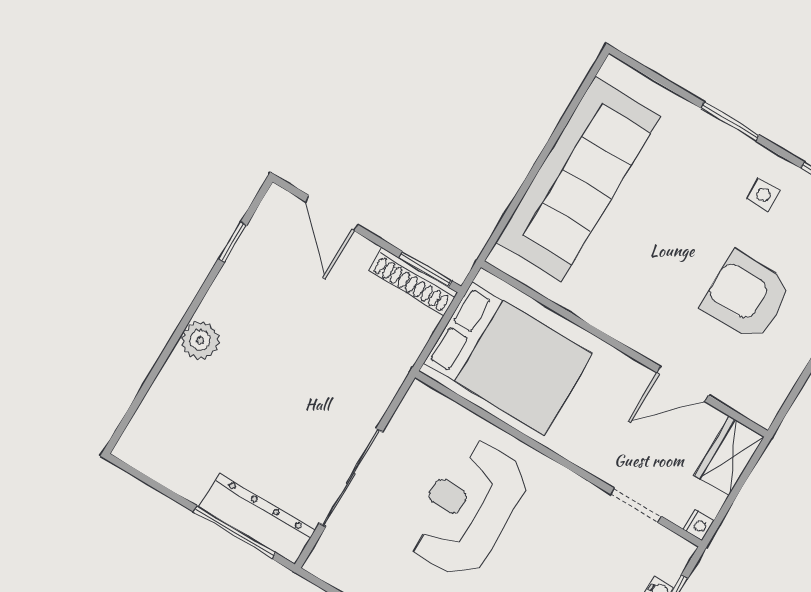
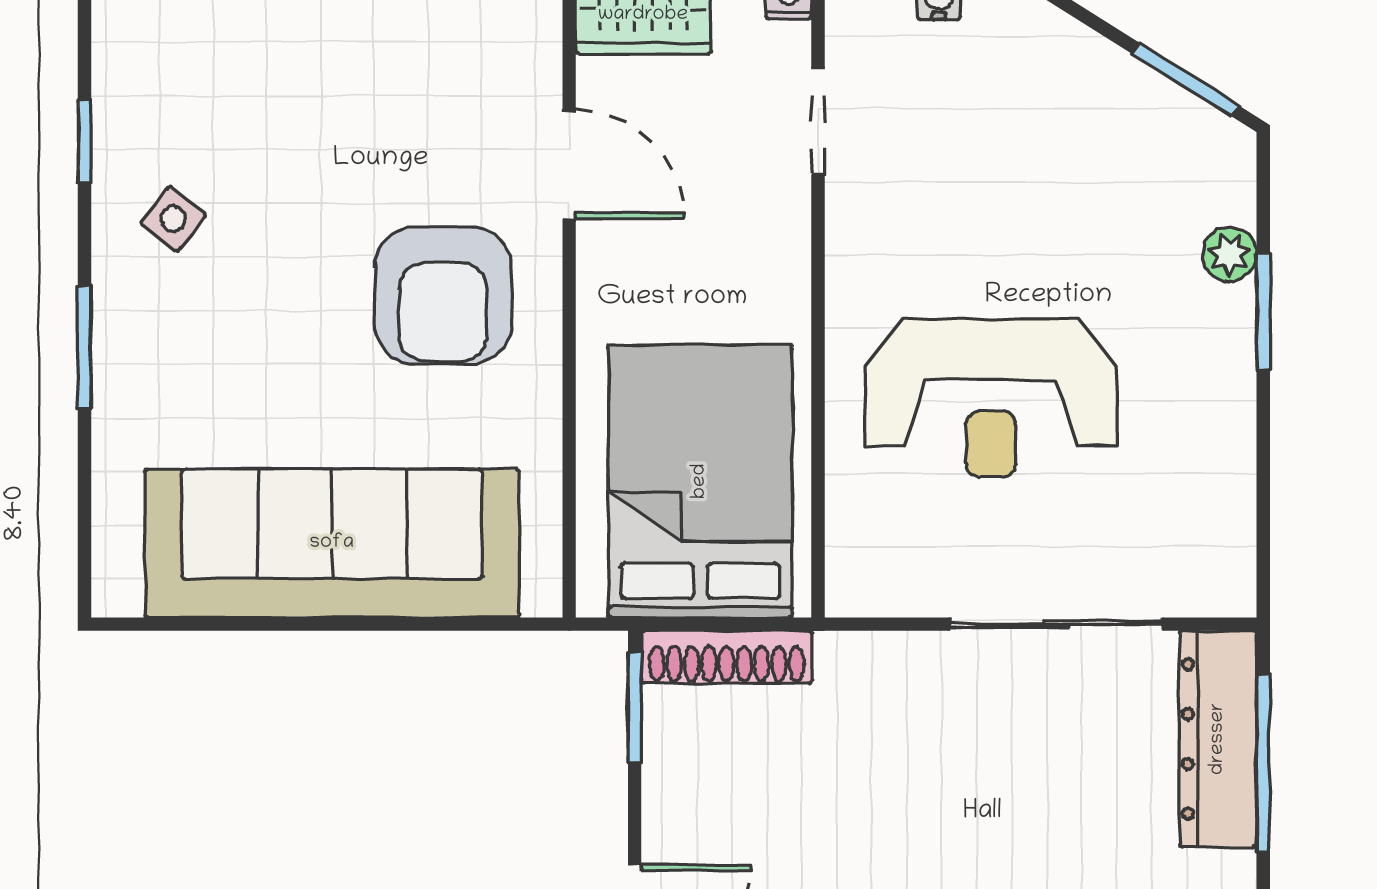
side table: (763, 195) -> (173, 219), turned 37
shoe rack: (413, 282) -> (727, 657), moved, turned 90
armchair: (747, 296) -> (443, 295), moved

